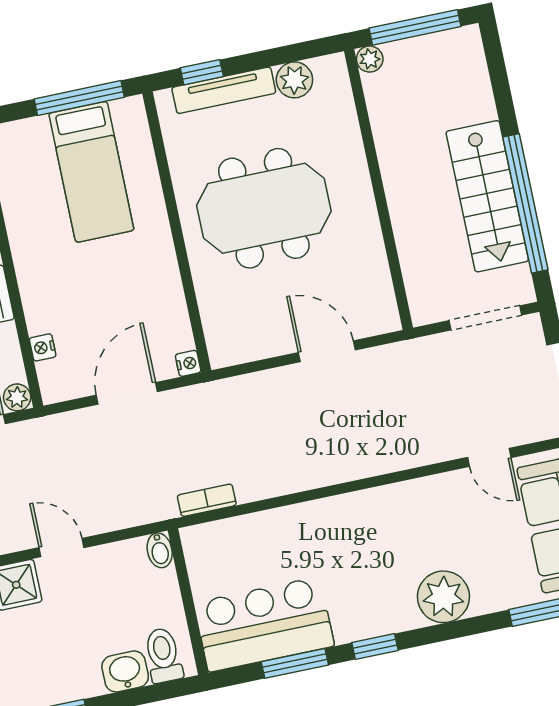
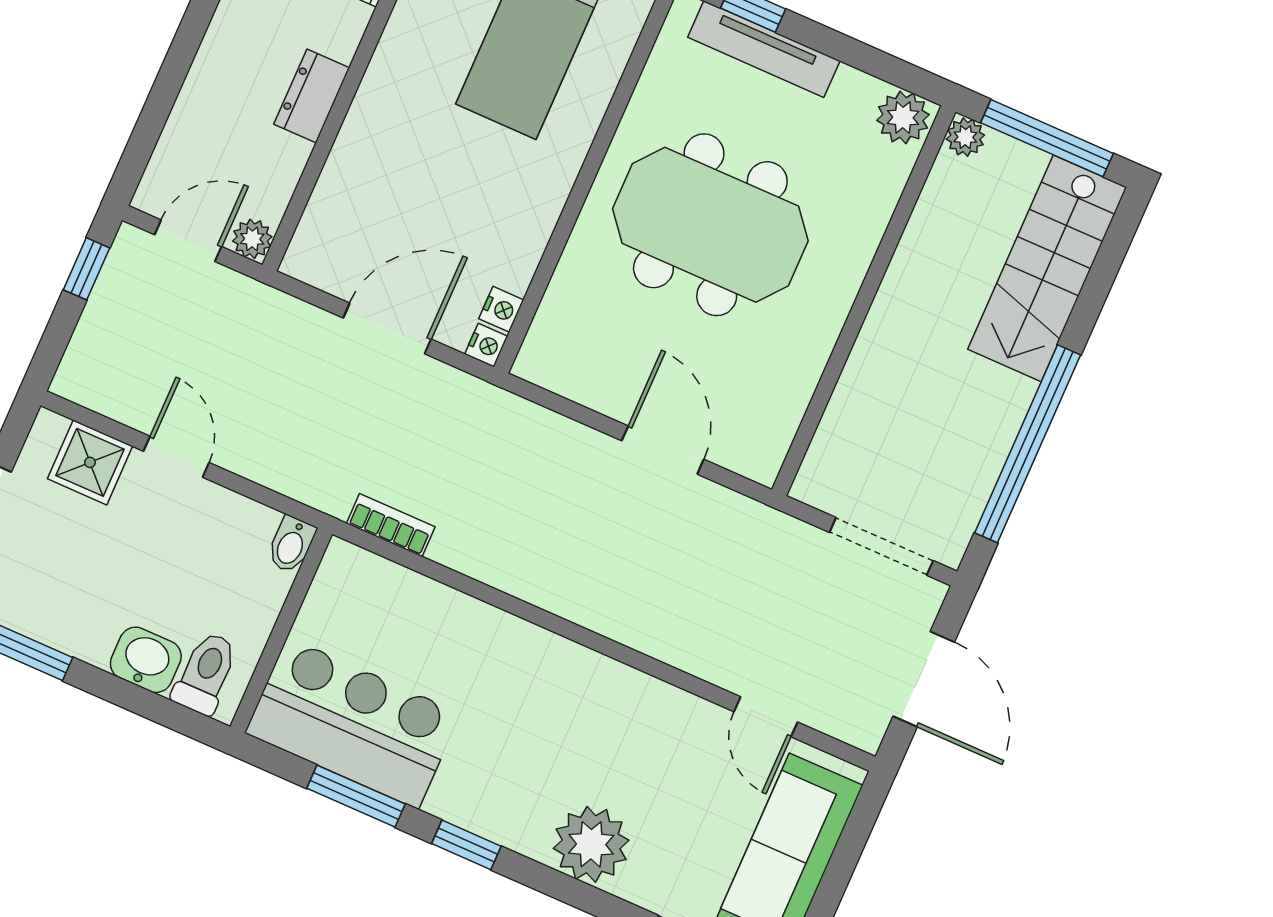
plant: (294, 80) -> (903, 117), moved
stairs: (487, 196) -> (1047, 268), moved
nightstand: (43, 347) -> (501, 309), moved, turned 180

